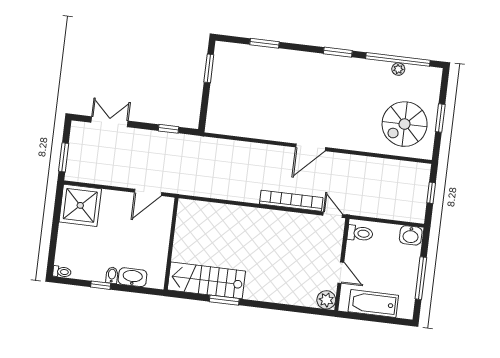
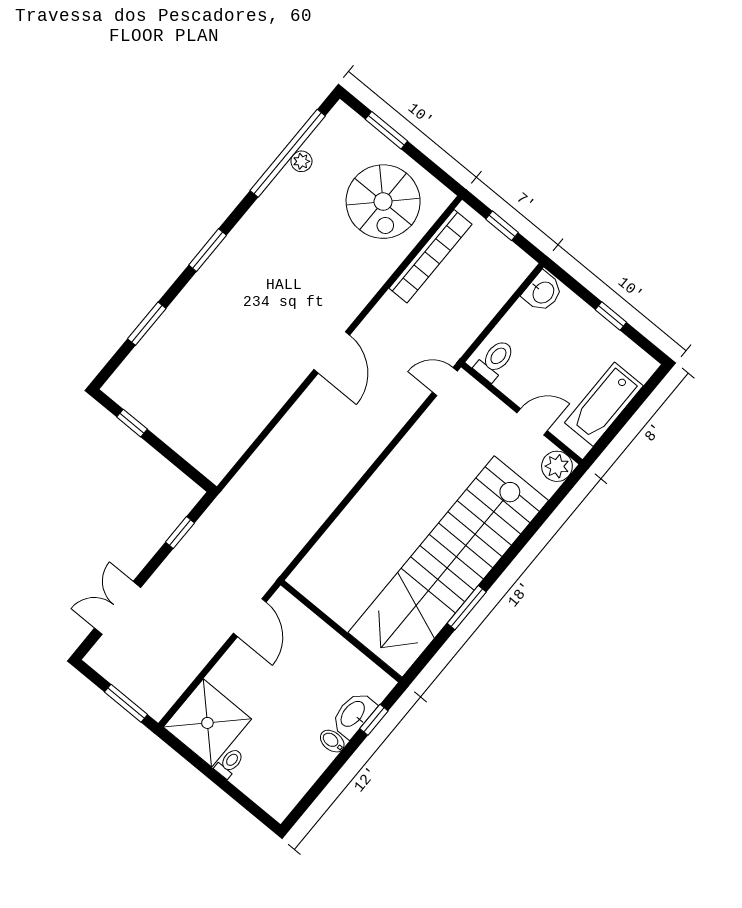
window: (338, 52) -> (208, 250), moved
window: (209, 68) -> (132, 423), width x0.67
window: (440, 118) -> (386, 130), moved
bookcase: (291, 201) -> (430, 256), moved, turned 180
toilet: (62, 272) -> (229, 763), moved
window: (421, 278) -> (611, 316), width x0.46
stairs: (206, 280) -> (448, 566), width x1.86, depth x1.51
window: (101, 285) -> (374, 720), moved

